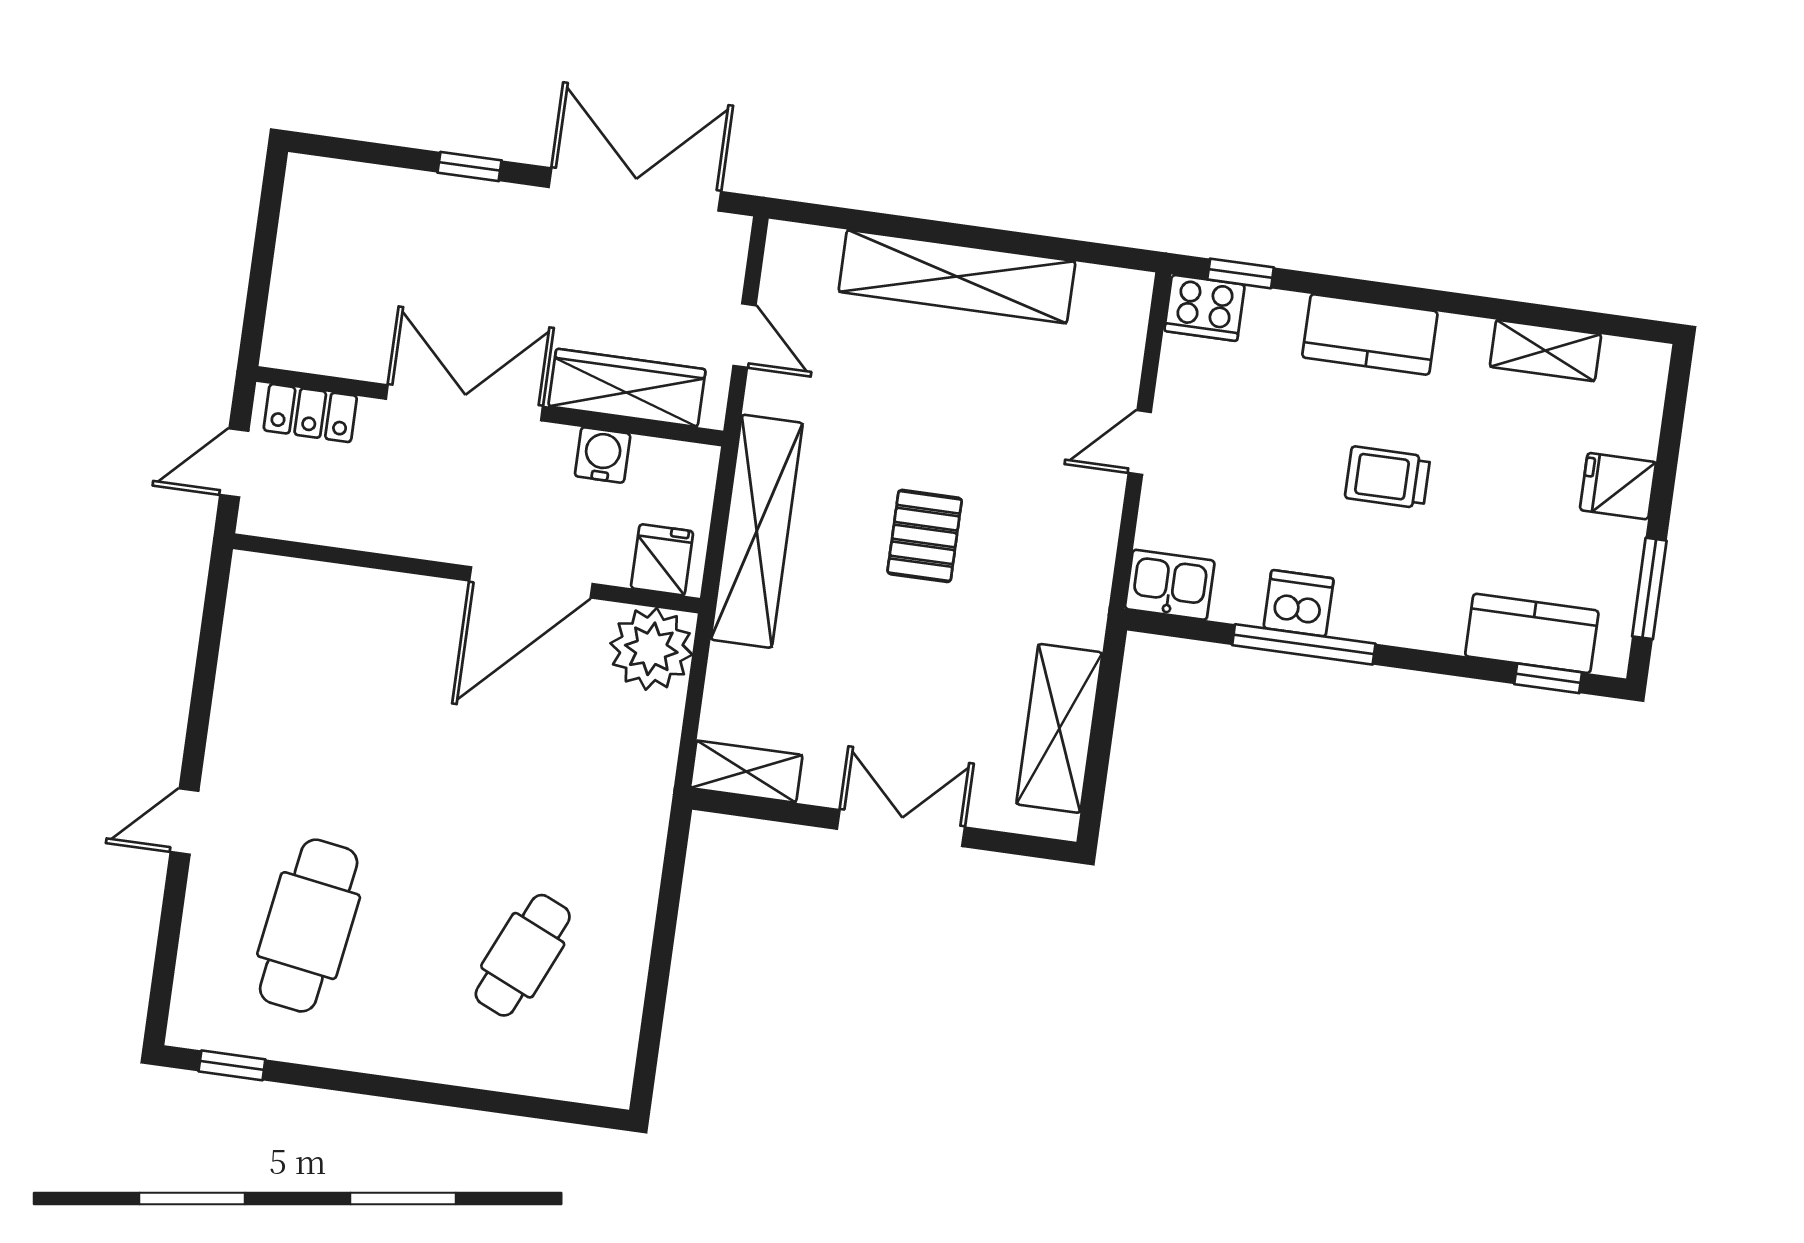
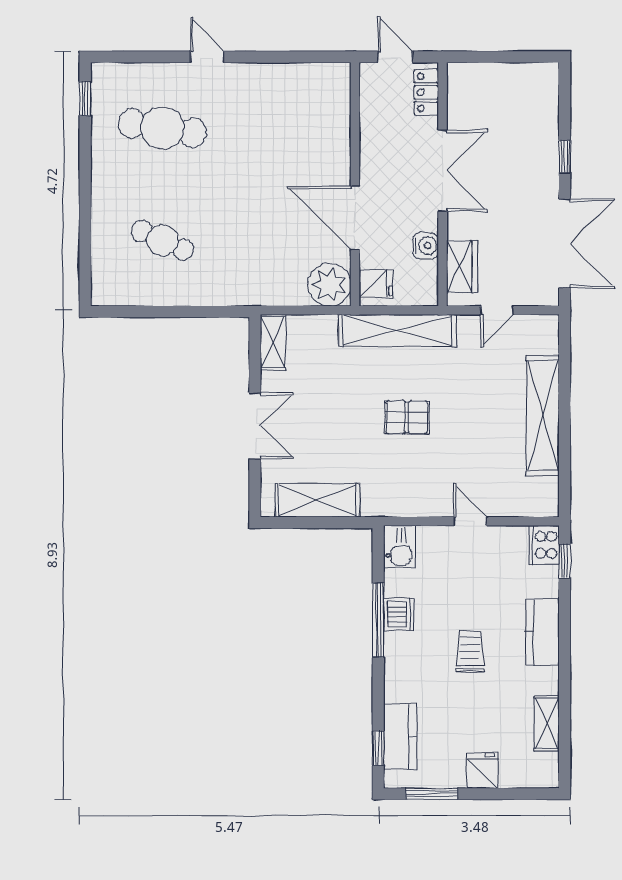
wardrobe: (627, 388) -> (462, 267), width x0.67

